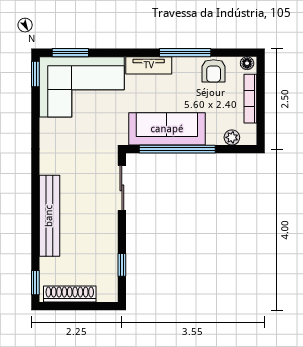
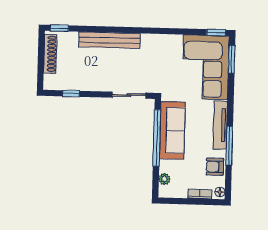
tv unit: (149, 65) -> (220, 125), width x1.41
bookcase: (250, 99) -> (200, 194), width x0.64

